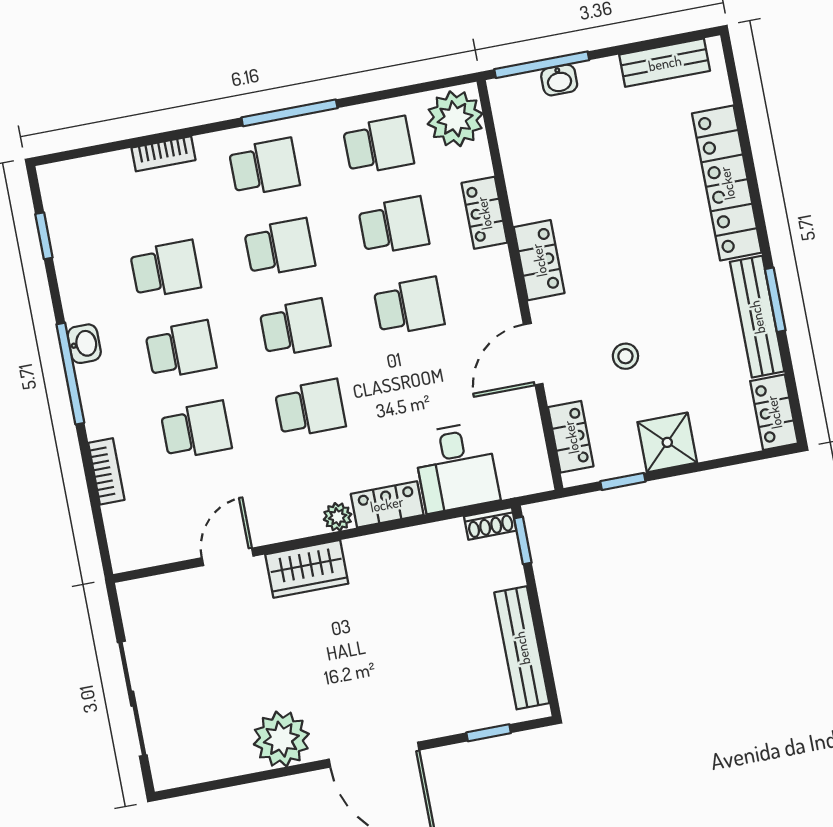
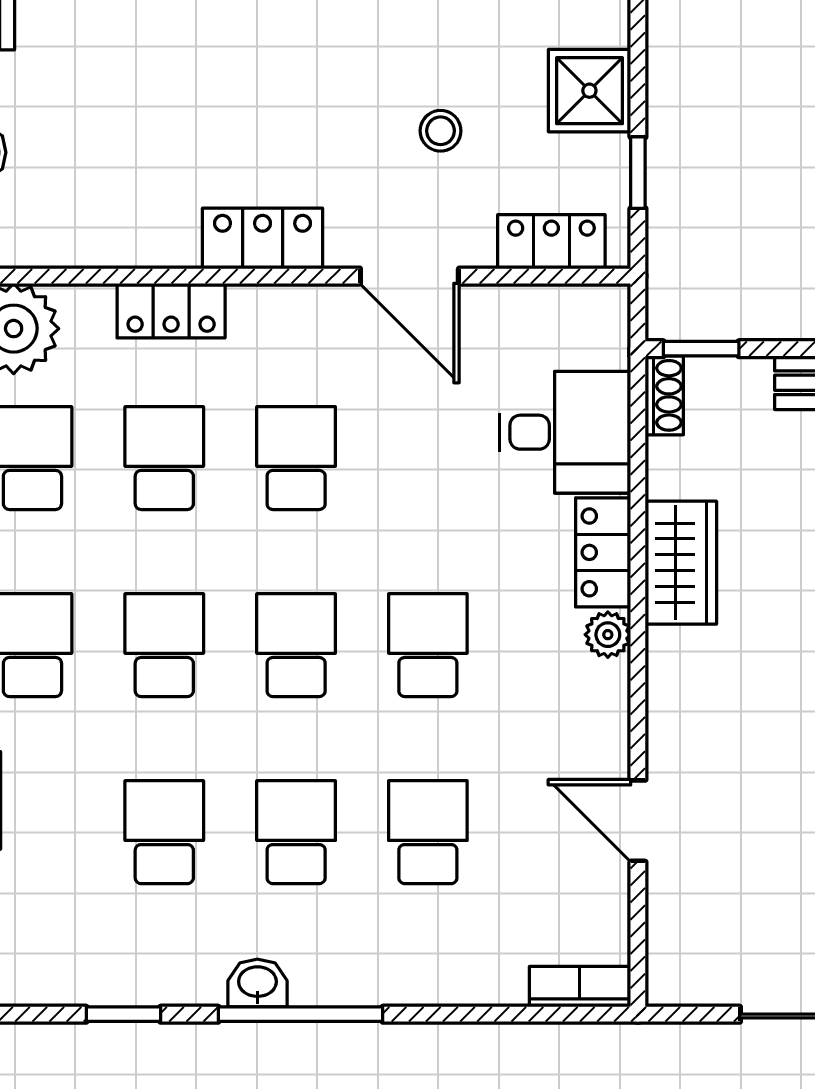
window: (44, 236) -> (123, 1014), moved
bookcase: (106, 471) -> (580, 987), moved
wardrobe: (307, 569) -> (681, 563), moved

